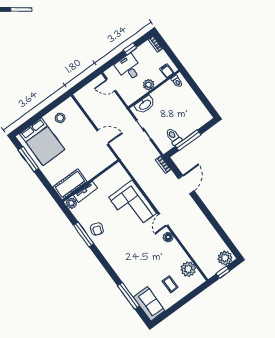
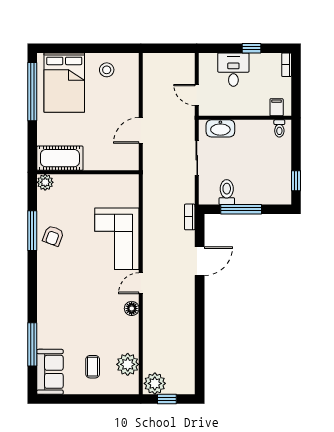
door: (111, 85) -> (197, 95), moved
plant: (149, 85) -> (242, 108), removed
window: (207, 103) -> (296, 181), added
door: (103, 137) -> (141, 130), swing flipped
window: (29, 159) -> (32, 92), width x1.46
tv unit: (85, 192) -> (72, 181), removed
plant: (225, 258) -> (155, 383), moved

